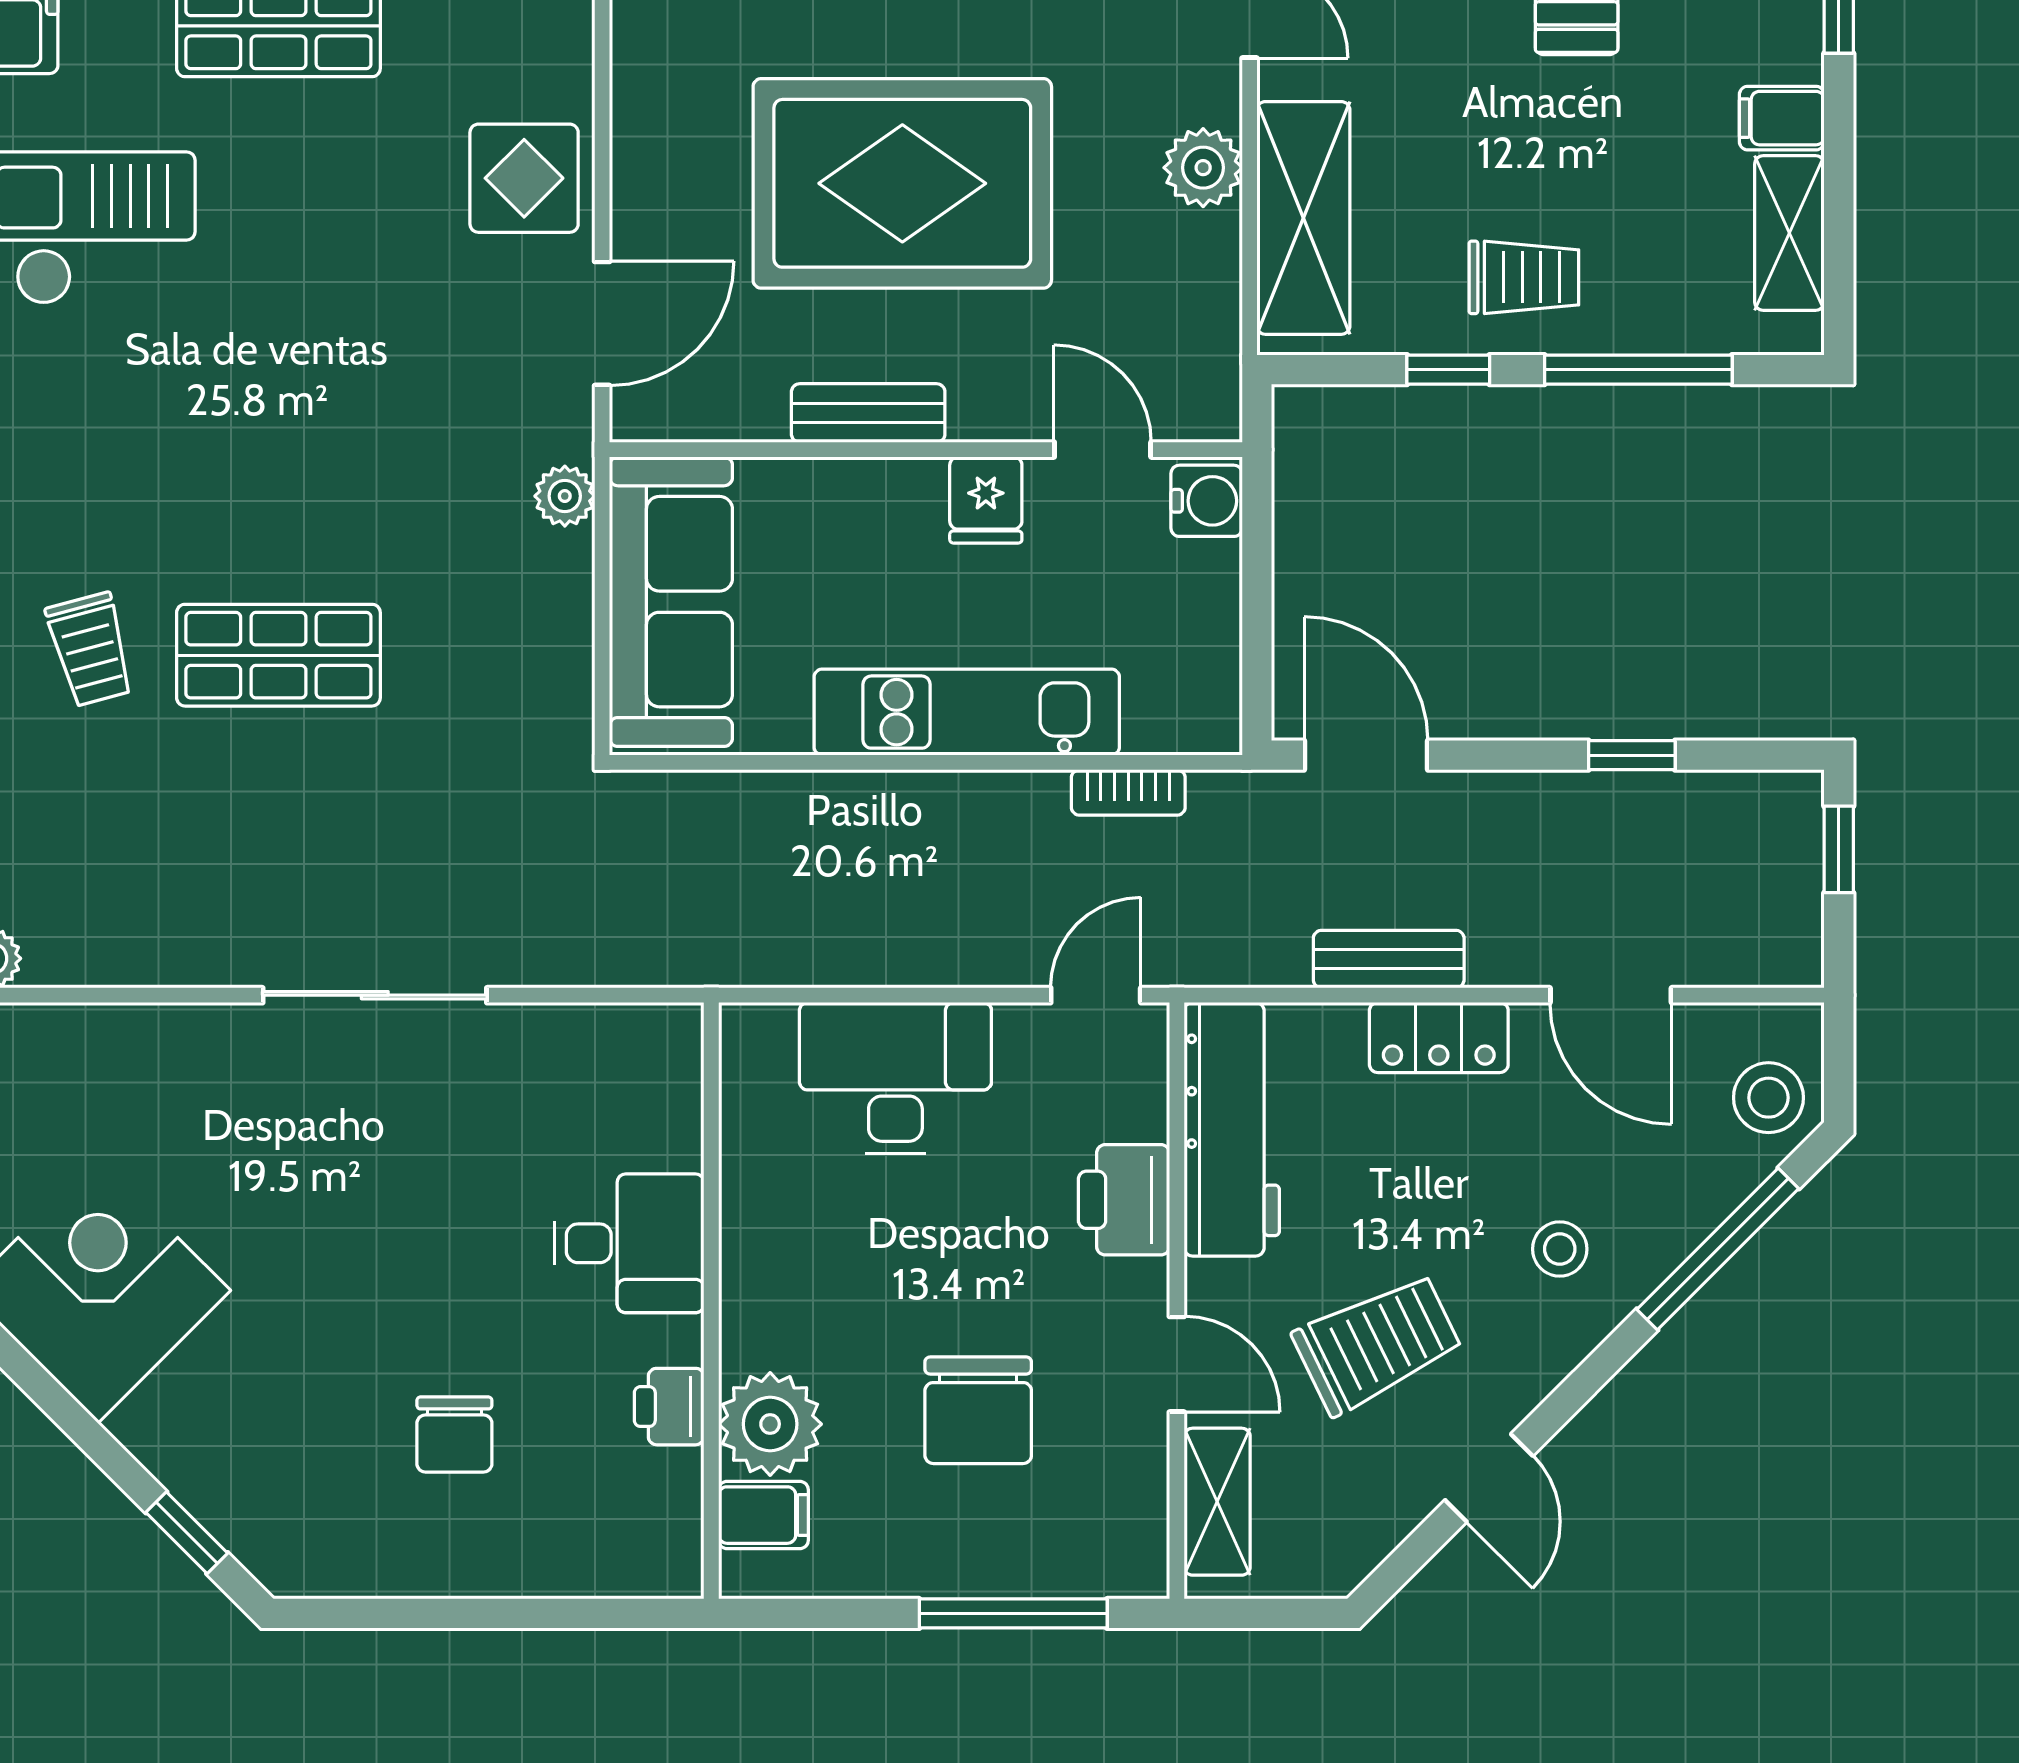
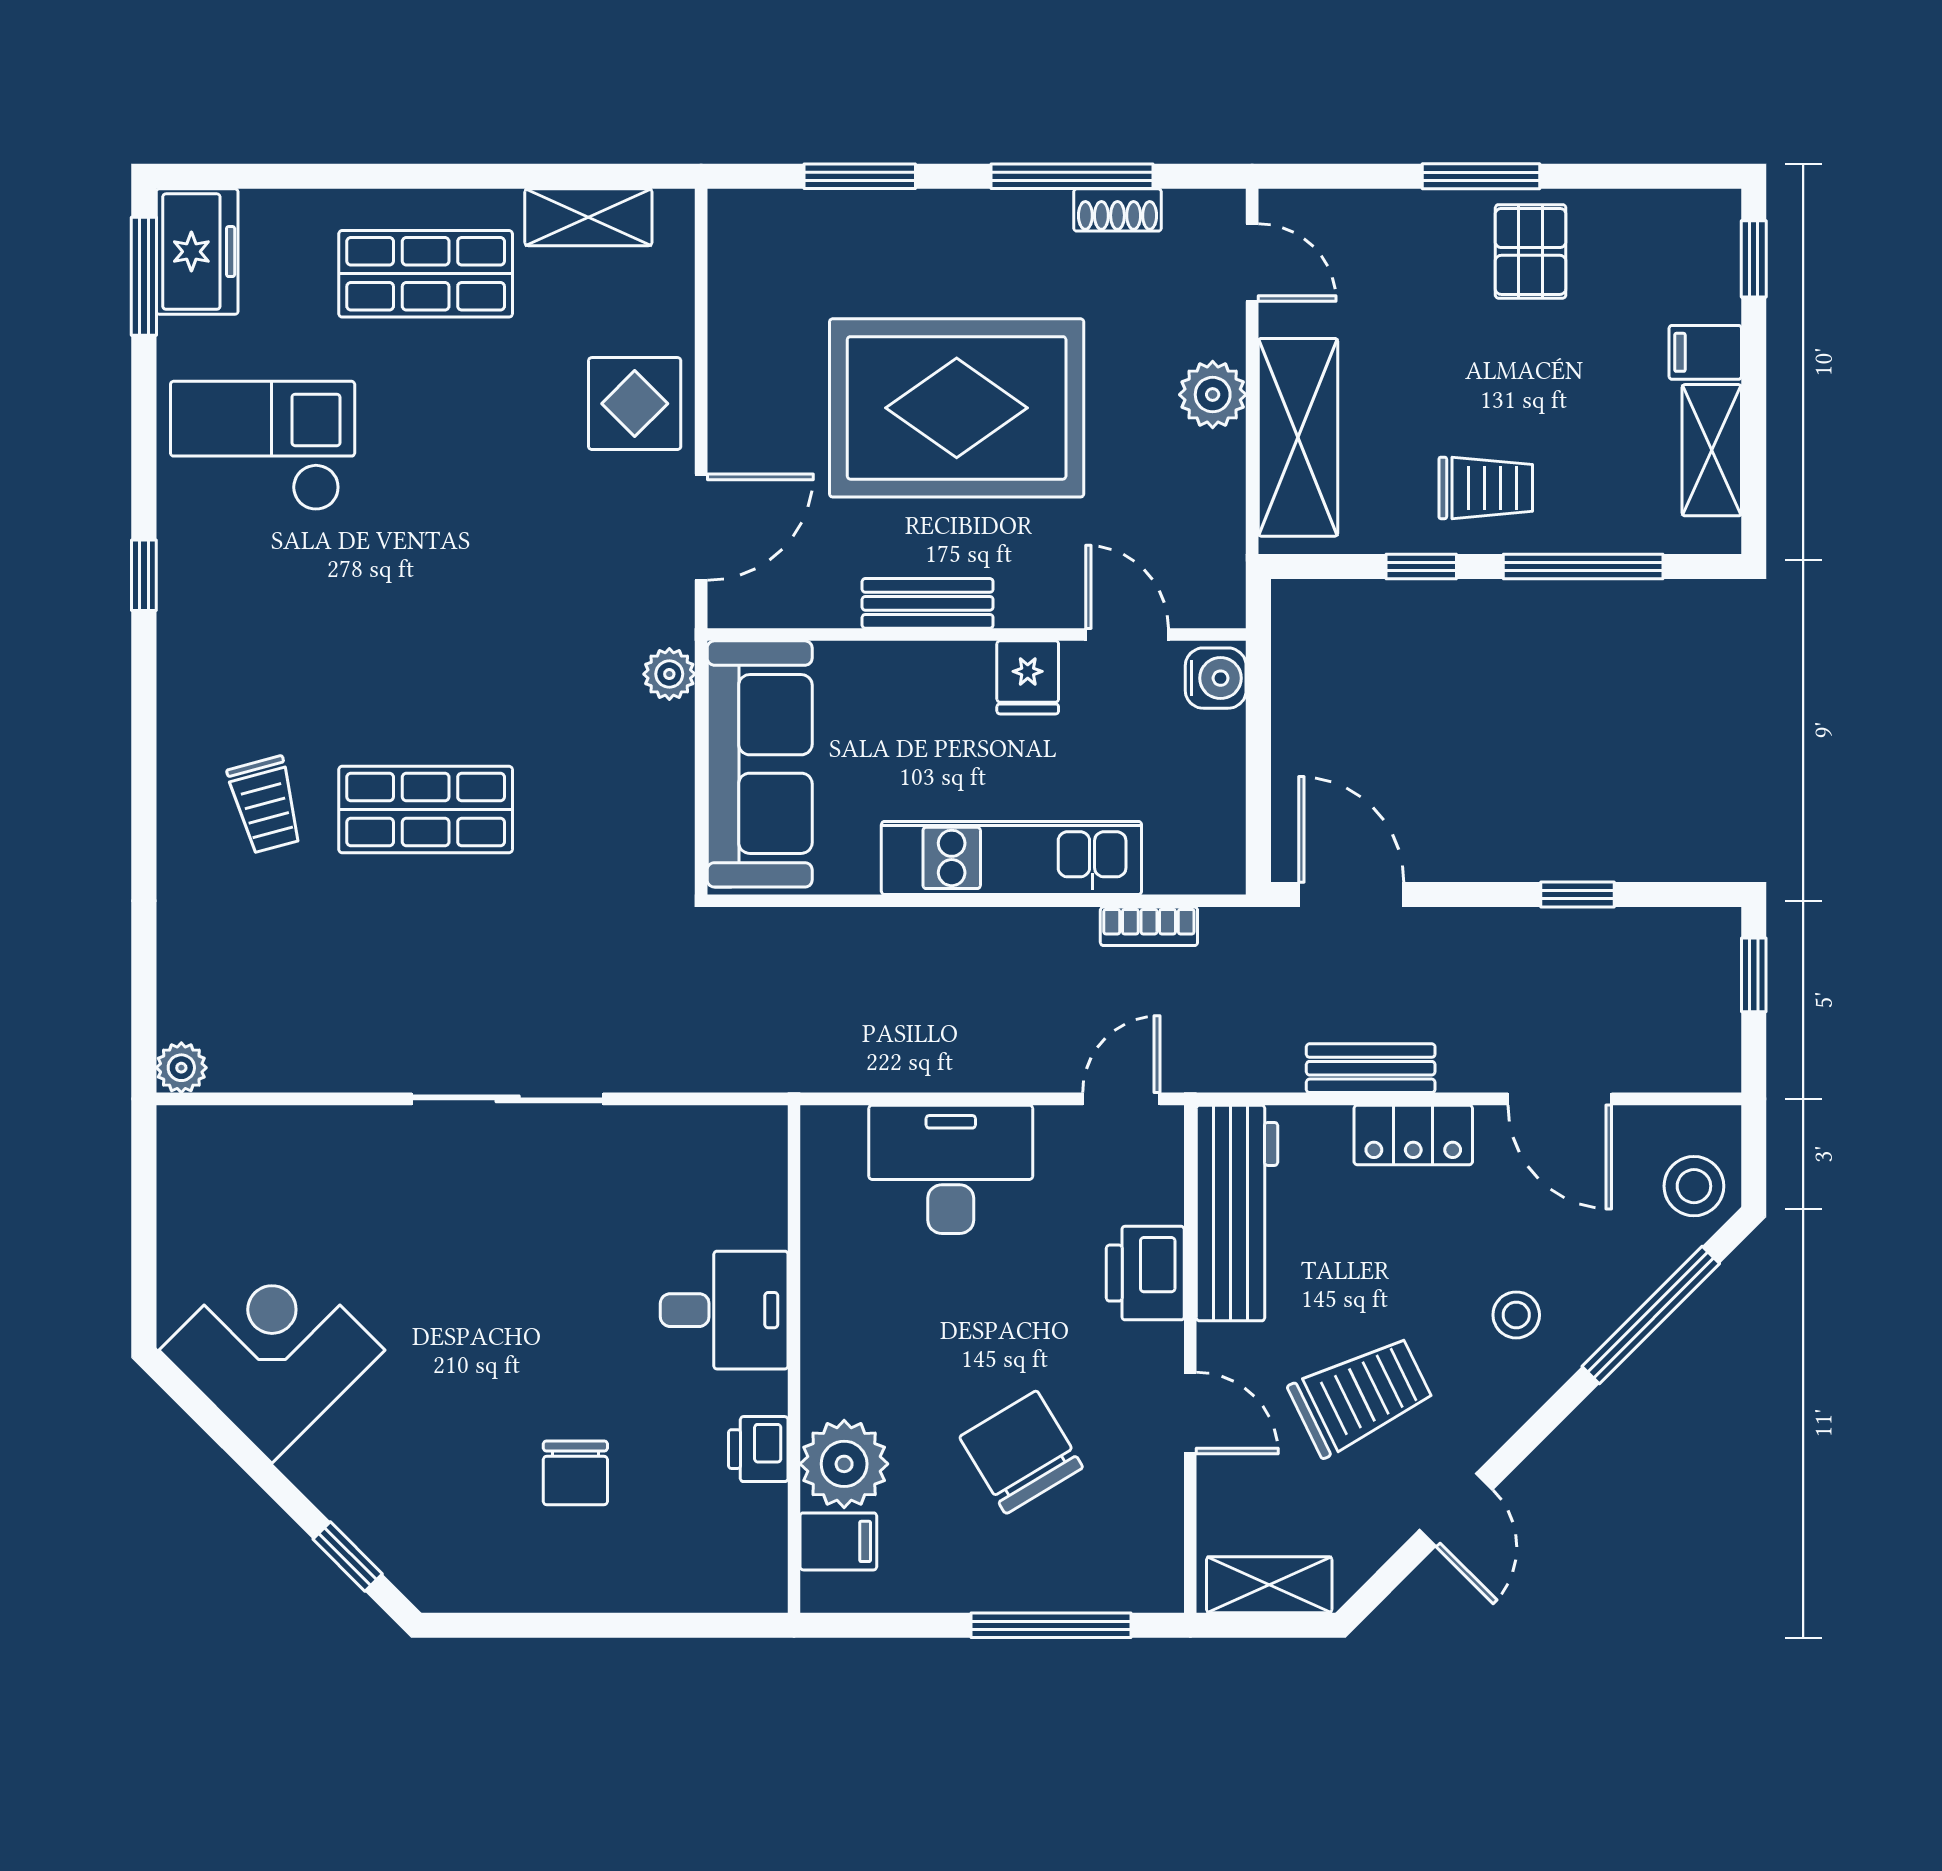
chair: (978, 1410) -> (1021, 1452), turned 149
shelving: (1217, 1502) -> (1269, 1585), moved, turned 90

